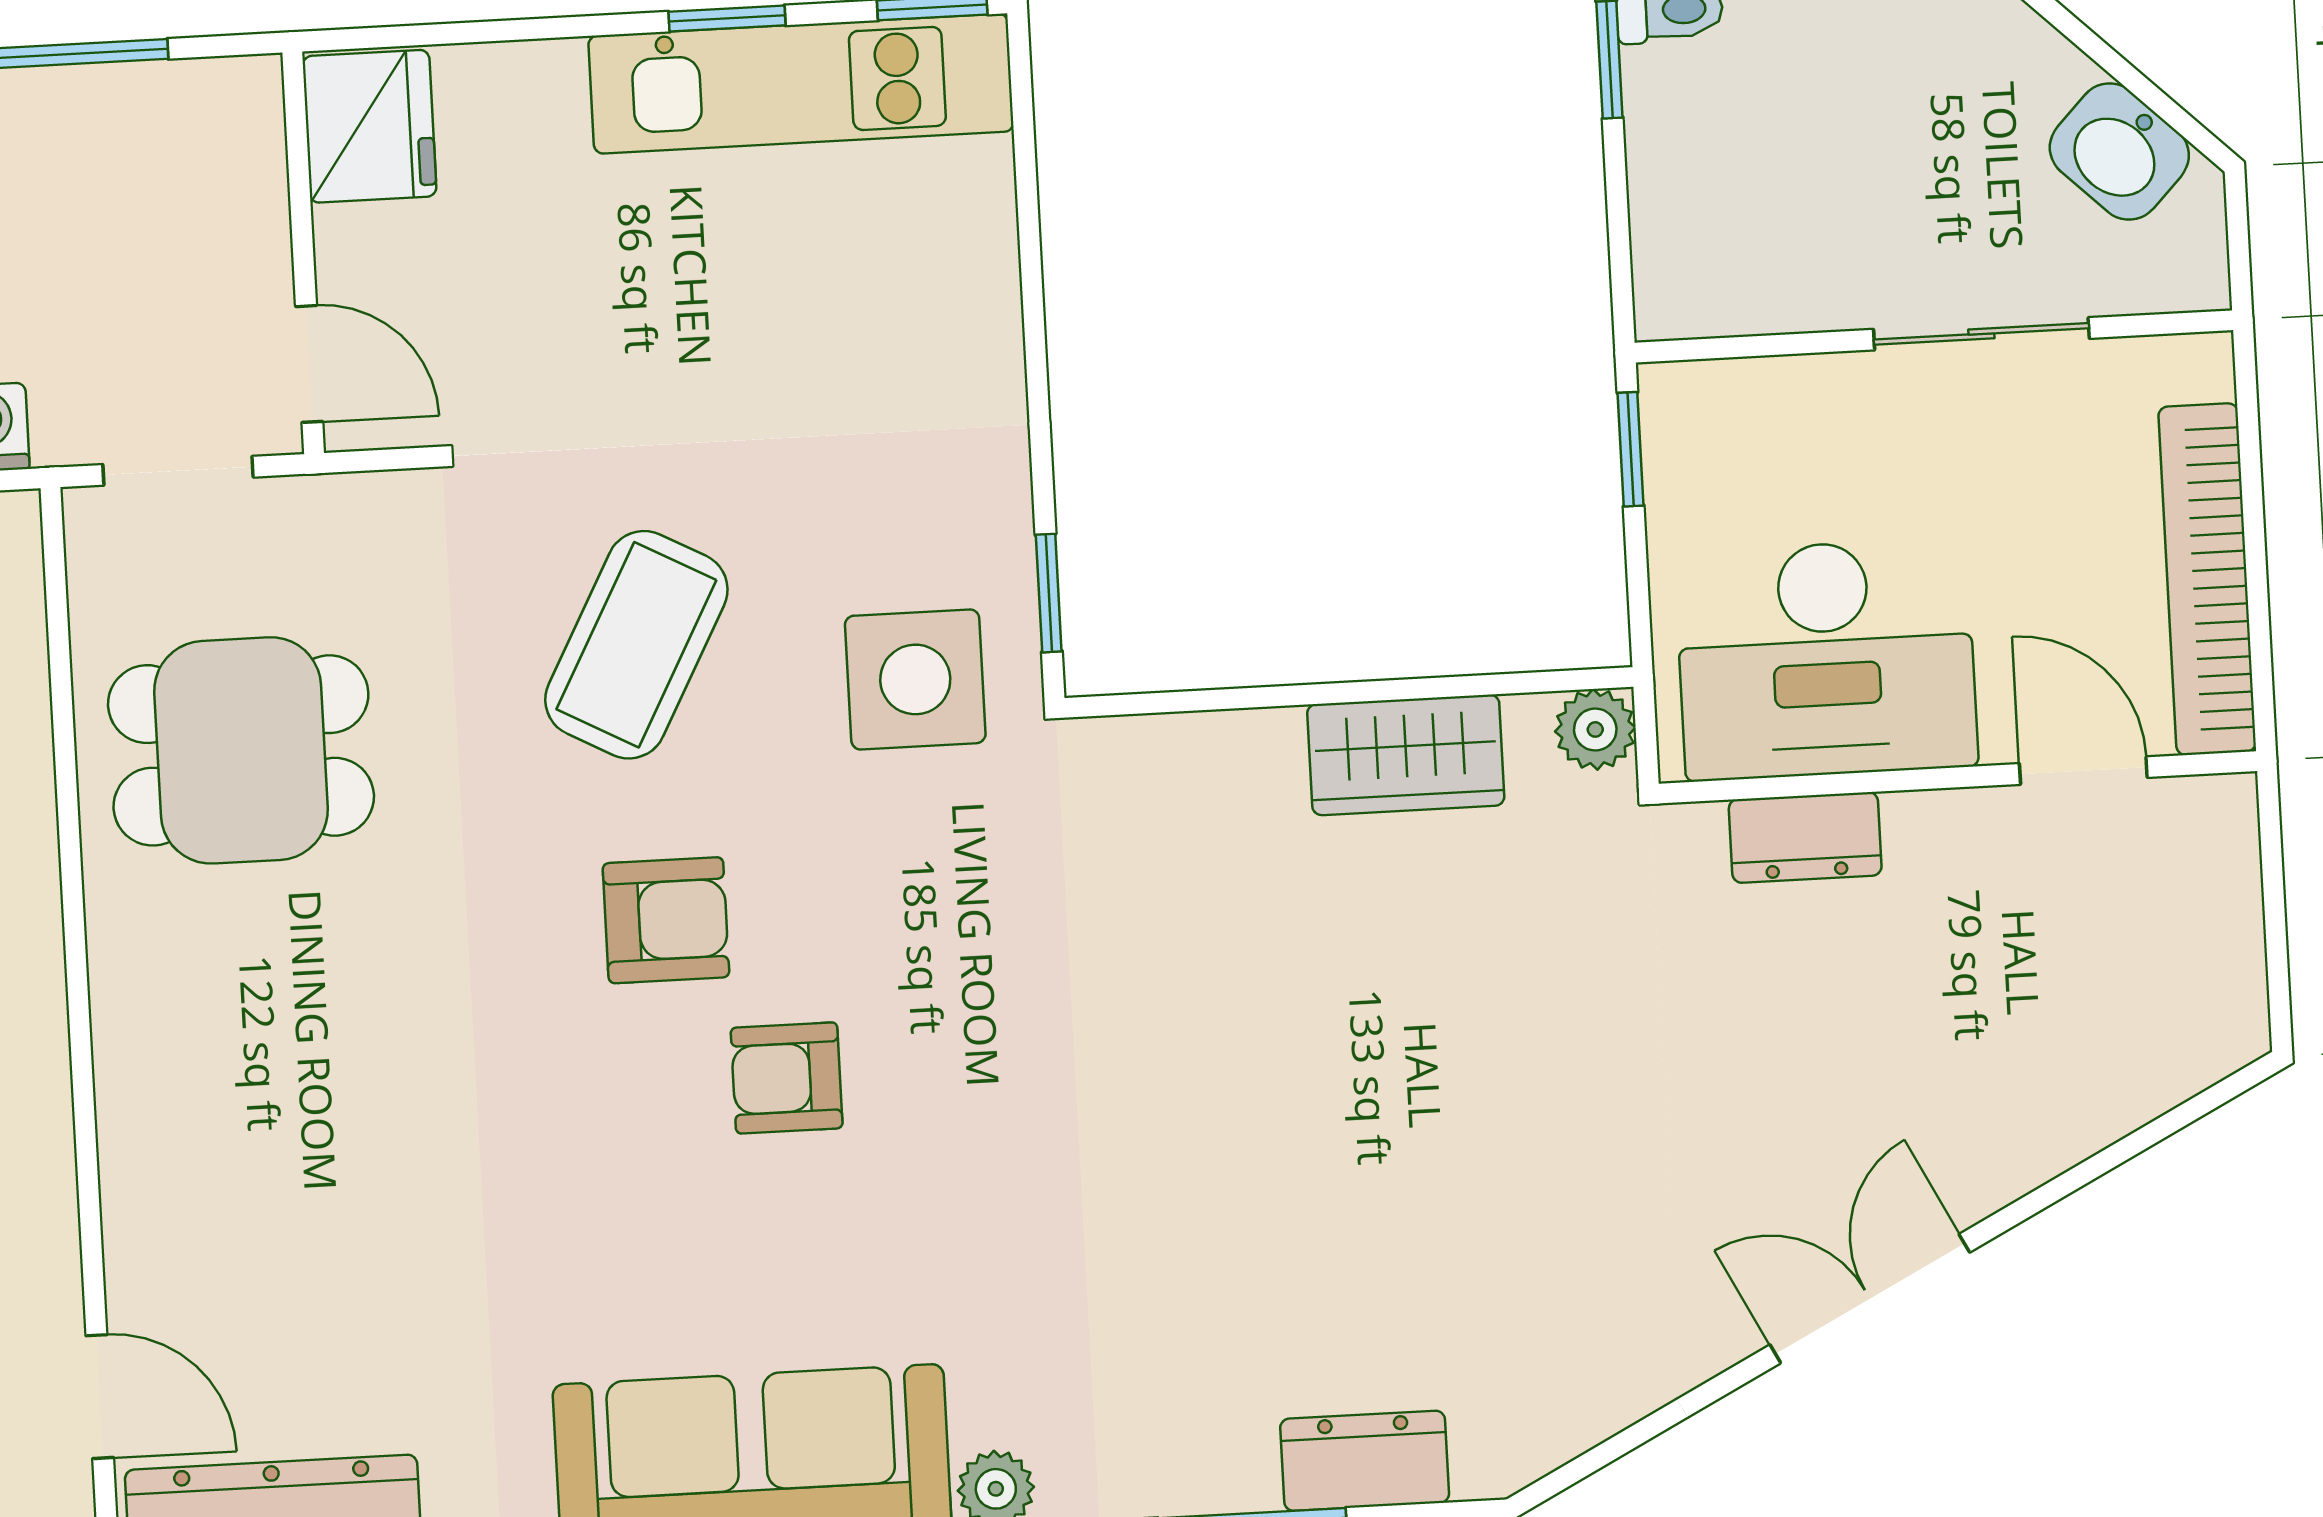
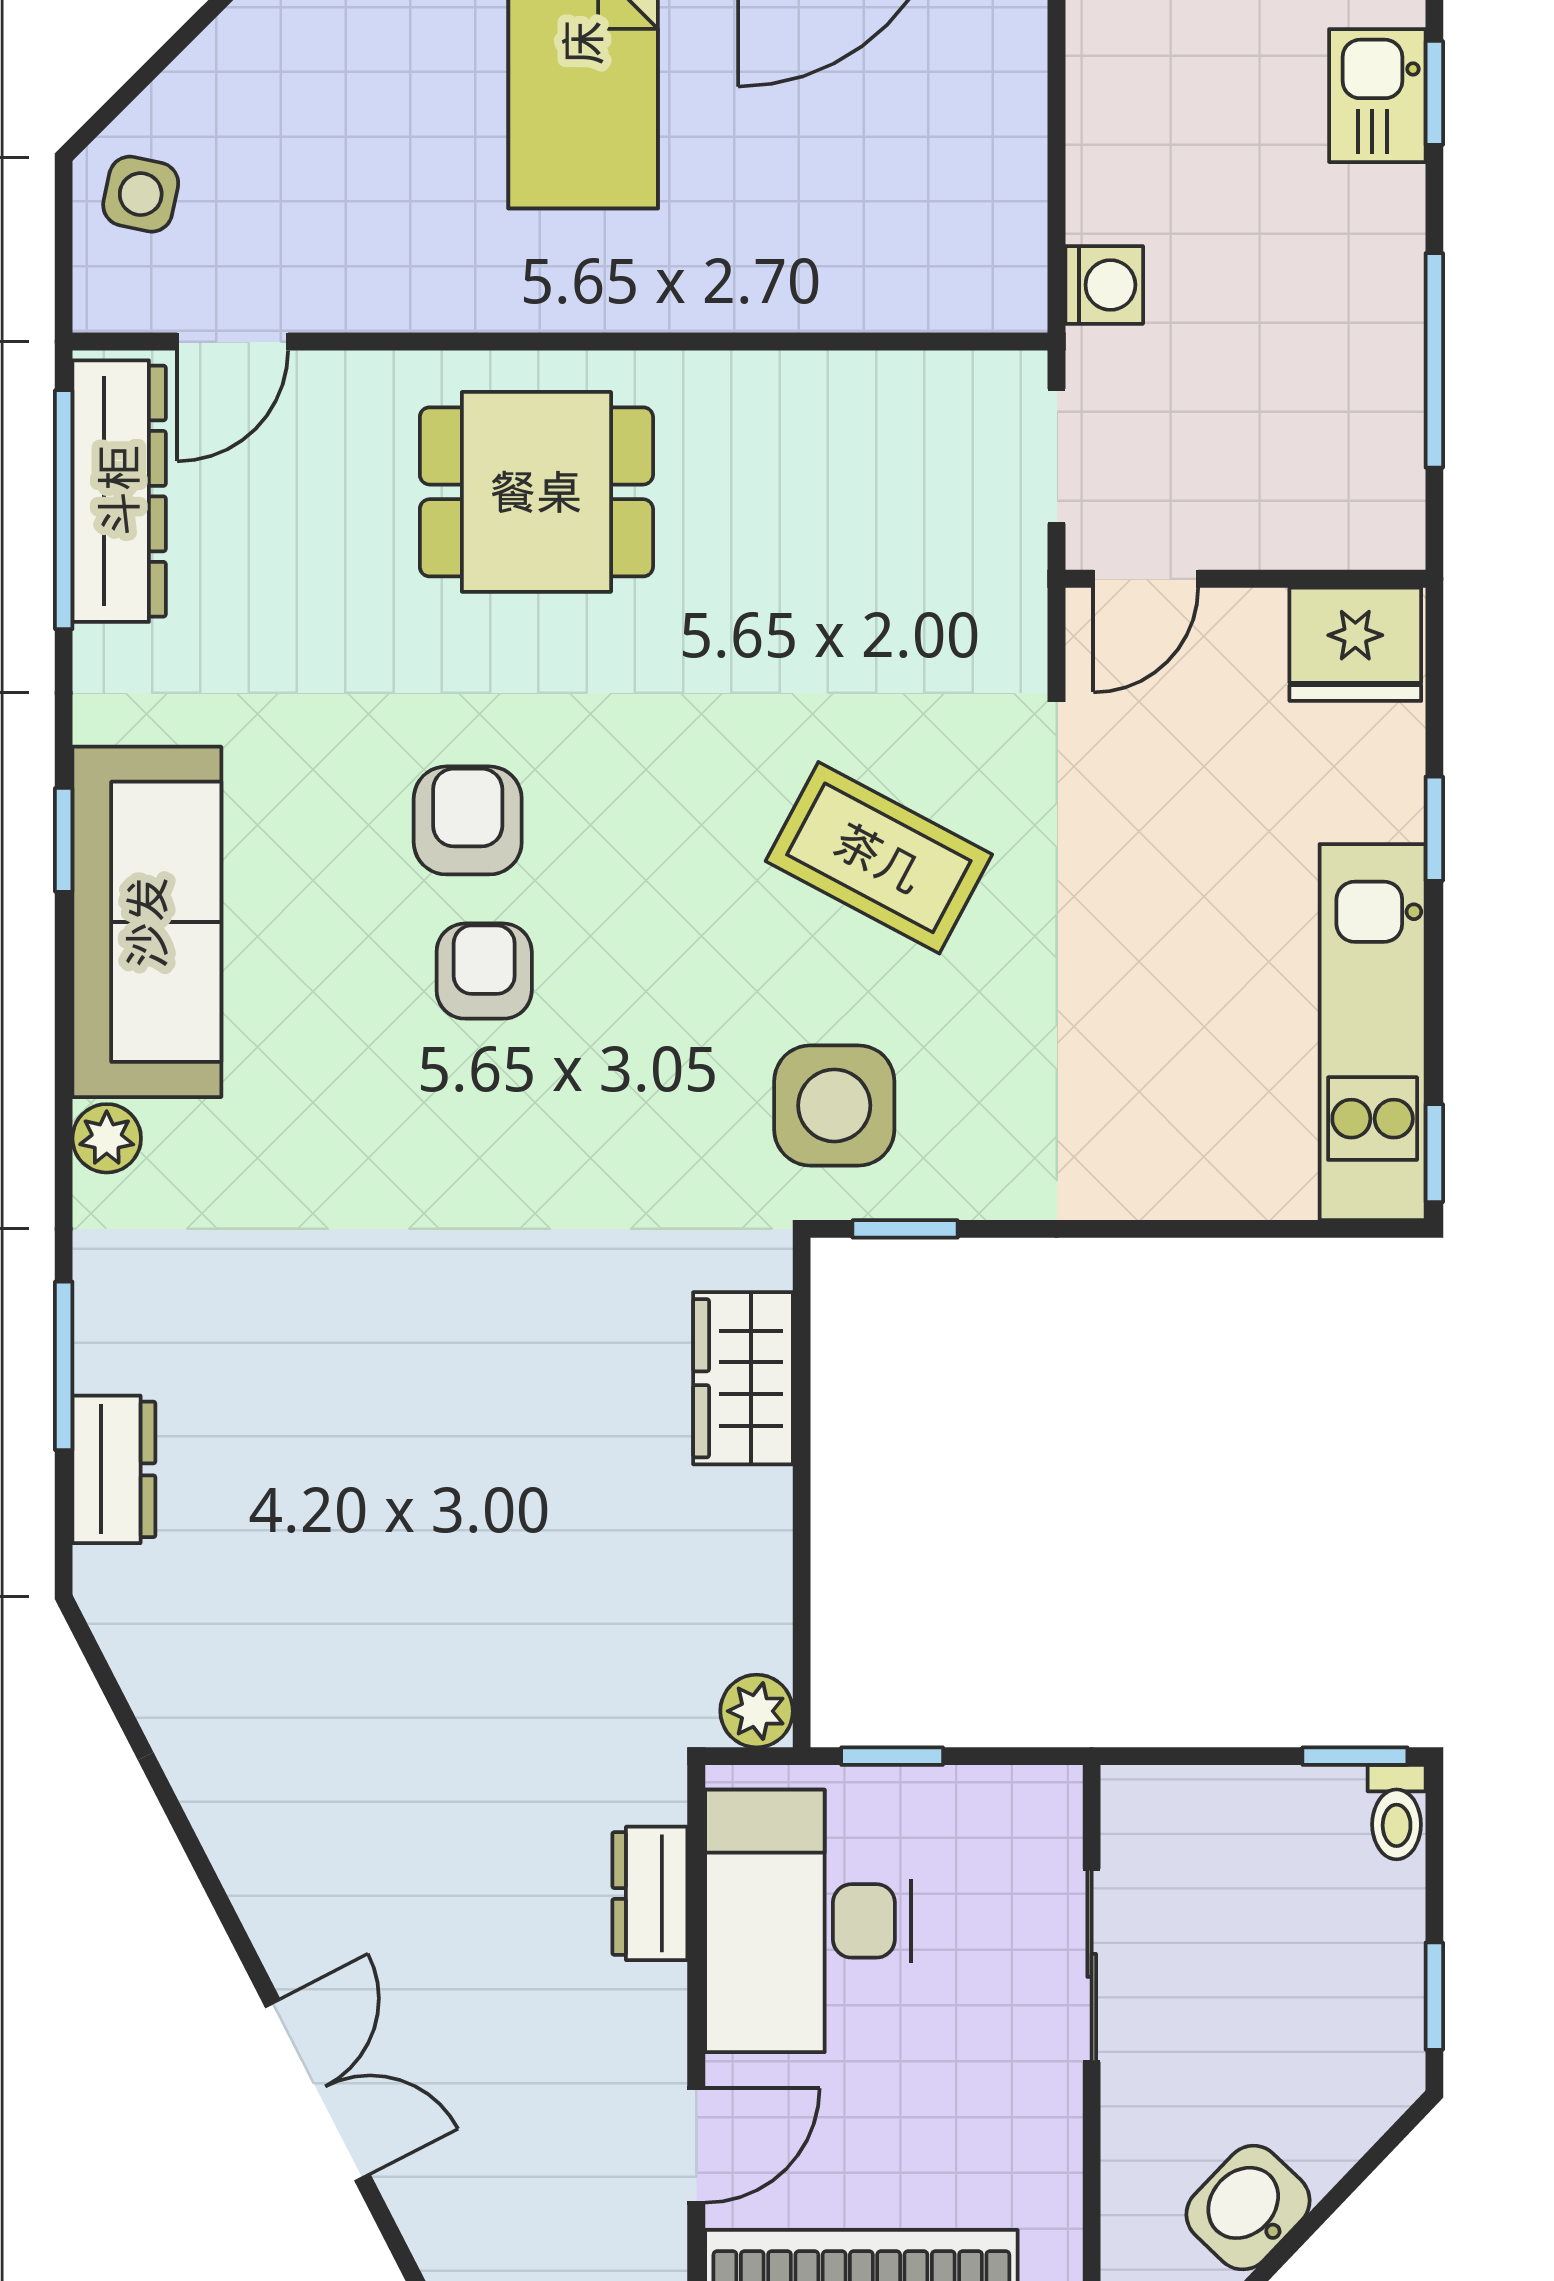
window: (727, 19) -> (1434, 829), moved
sliding door: (1981, 334) -> (1092, 1965), moved
window: (1631, 449) -> (892, 1756), moved
dining table: (241, 750) -> (536, 492), moved, turned 90
wardrobe: (1406, 755) -> (743, 1378), moved
armchair: (666, 920) -> (468, 820), moved, turned 180
double door: (1870, 1299) -> (318, 2090), moved

